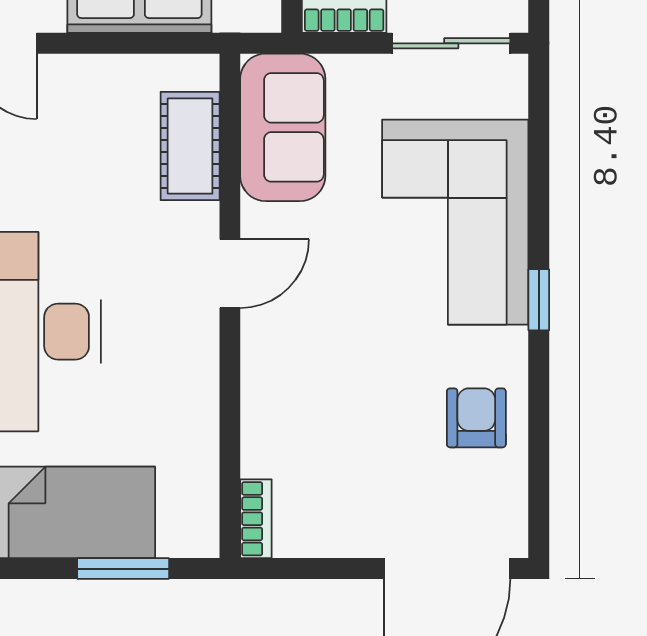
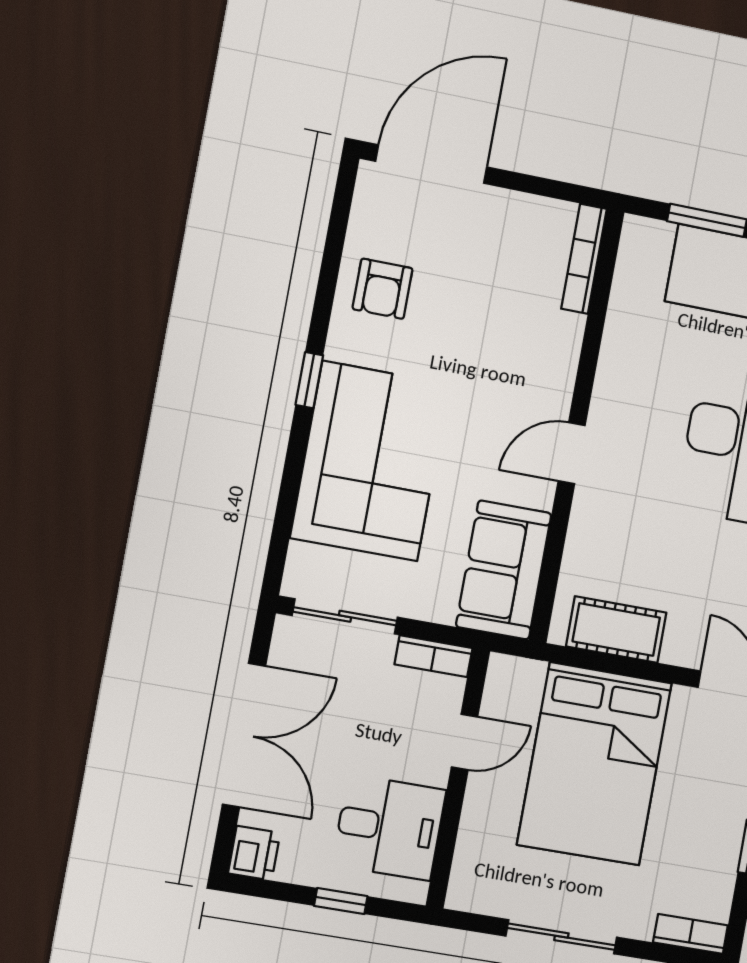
cot: (190, 146) -> (616, 629), moved, turned 90
bookcase: (256, 519) -> (584, 259), width x1.56

